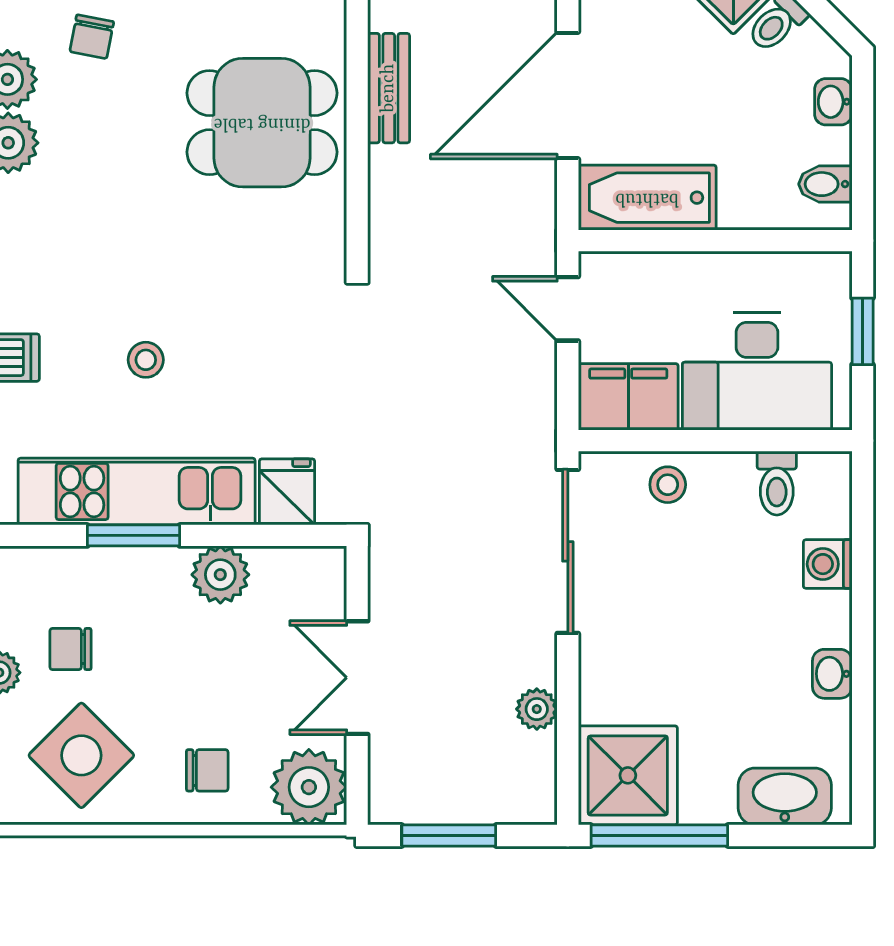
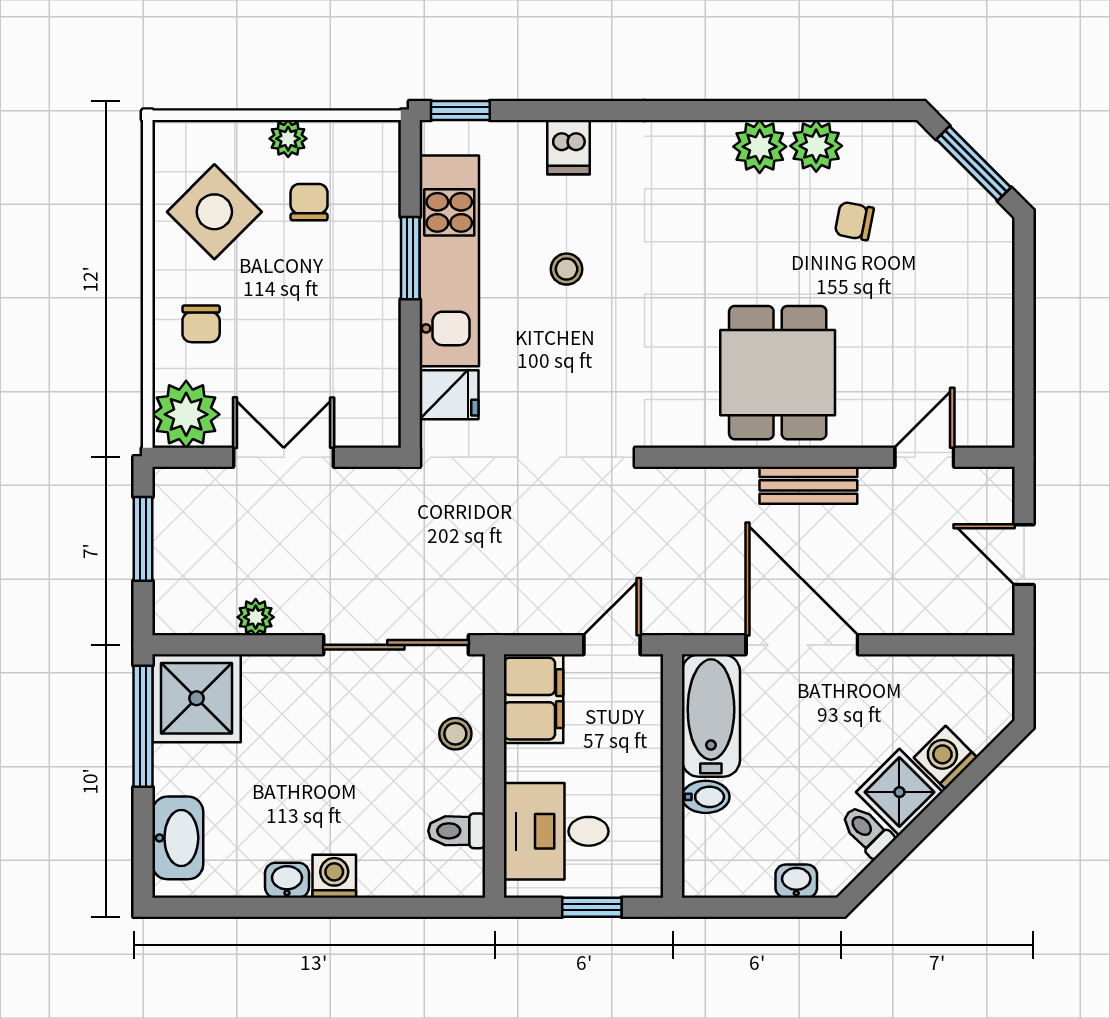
bidet: (825, 184) -> (706, 797), moved, turned 90
desk: (757, 372) -> (556, 831), width x0.73
washing machine: (828, 564) -> (334, 876), moved
plant: (220, 575) -> (375, 335), removed

